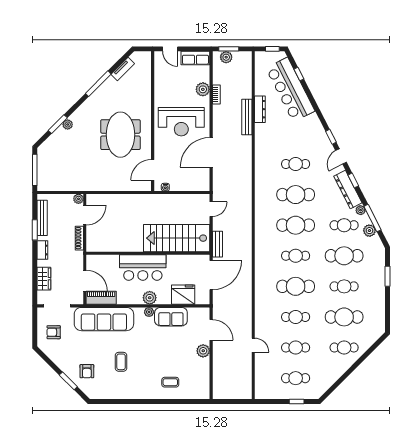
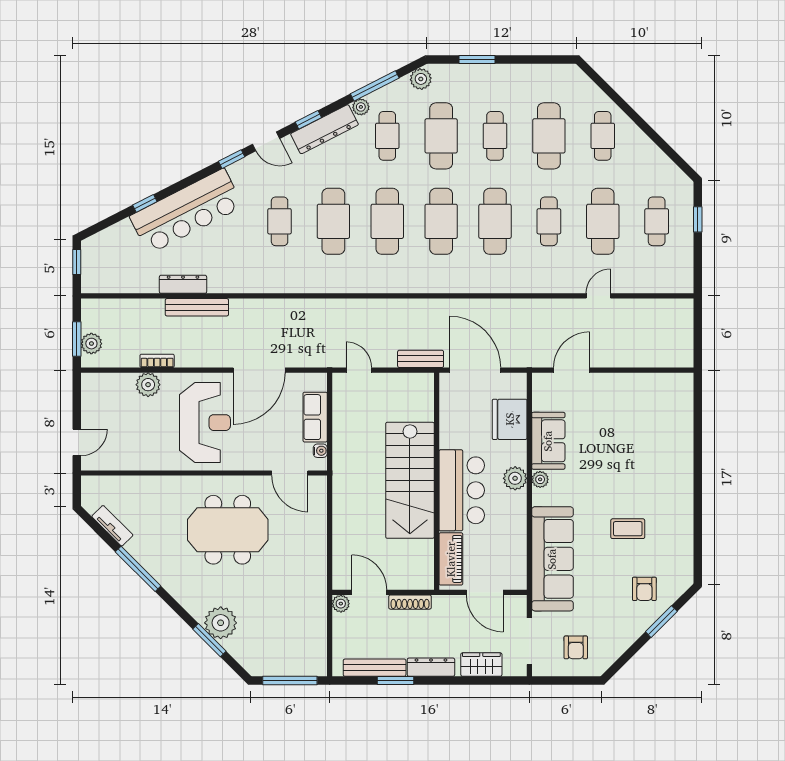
row of seats: (195, 58) -> (315, 417), moved, turned 180
window: (299, 74) -> (145, 203), moved
bar counter: (290, 90) -> (186, 211), moved
plant: (68, 125) -> (221, 623), width x1.87, depth x1.87
door: (211, 152) -> (259, 370), hinge flipped
plant: (369, 231) -> (421, 79), moved
stairs: (177, 238) -> (410, 480), moved
dresser: (42, 250) -> (431, 667), width x1.44
cafe table: (296, 256) -> (441, 221), width x1.37, depth x1.35
door: (85, 281) -> (485, 592), swing flipped
piano: (101, 298) -> (451, 559), moved, turned 180
cafe table: (296, 348) -> (603, 221), width x1.37, depth x1.35
plant: (203, 351) -> (608, 384), removed
armchair: (87, 371) -> (644, 589), turned 90
coffee table: (170, 382) -> (664, 442), removed

